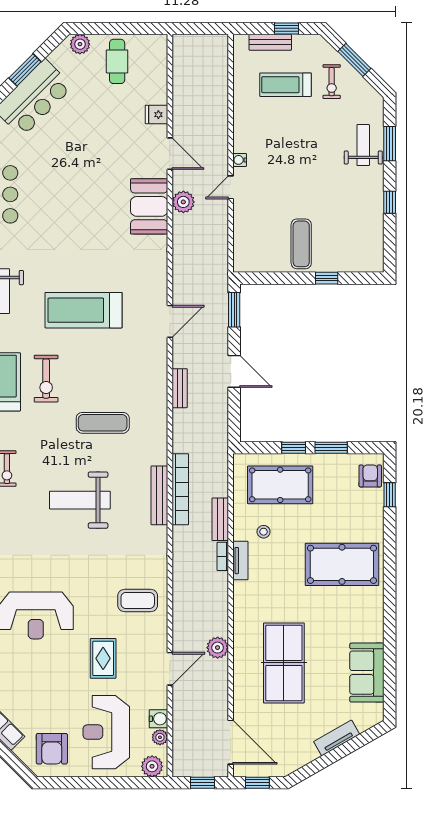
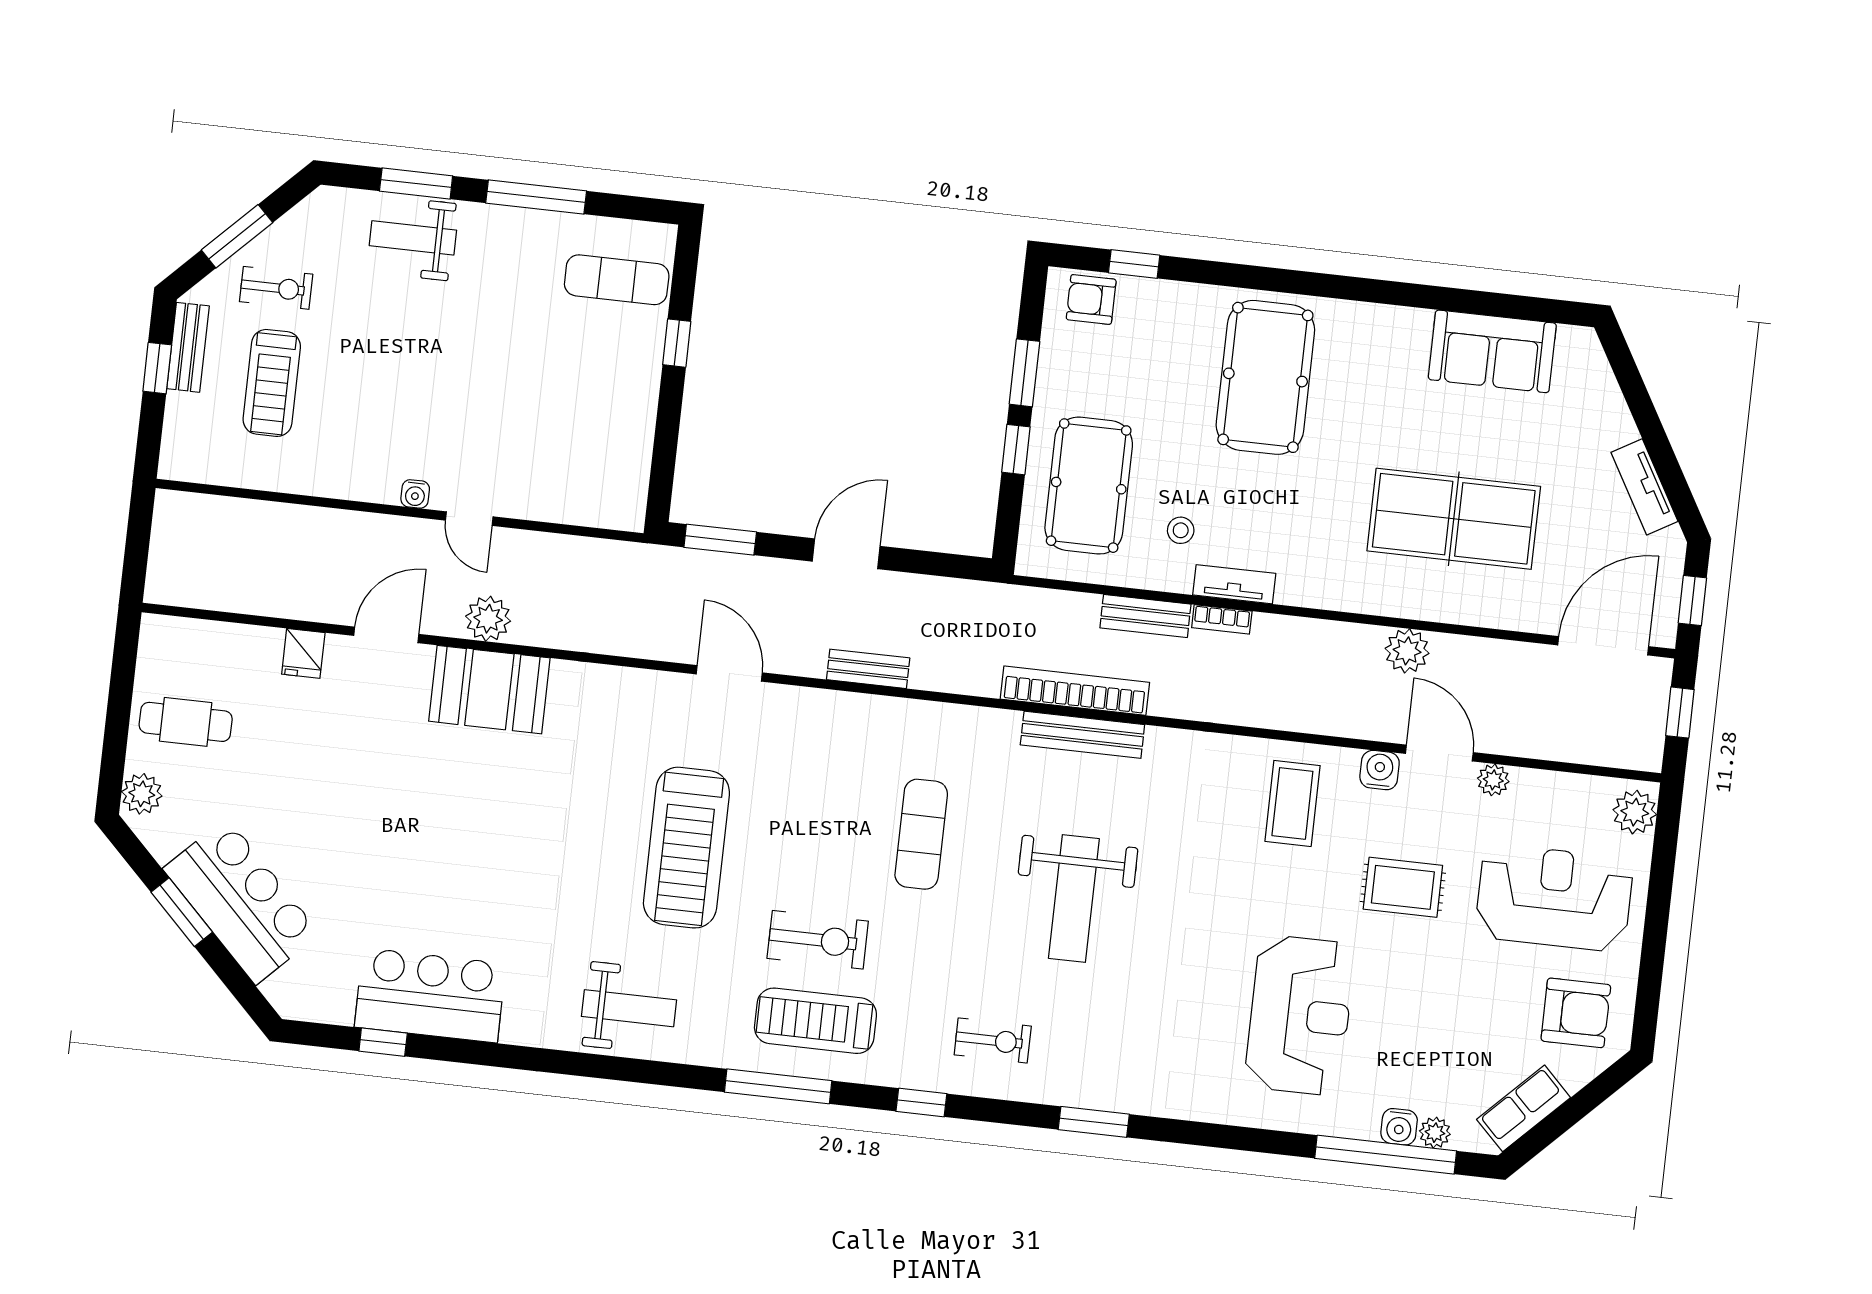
bench: (270, 42) -> (188, 347), moved
window: (390, 202) -> (536, 197), width x2.17
exercise mat: (301, 244) -> (617, 280), moved
water cooler: (159, 719) -> (1380, 770), moved
reception desk: (106, 732) -> (1554, 898), turned 180
plant: (160, 737) -> (1493, 780), moved
tv unit: (337, 738) -> (1644, 487), moved

